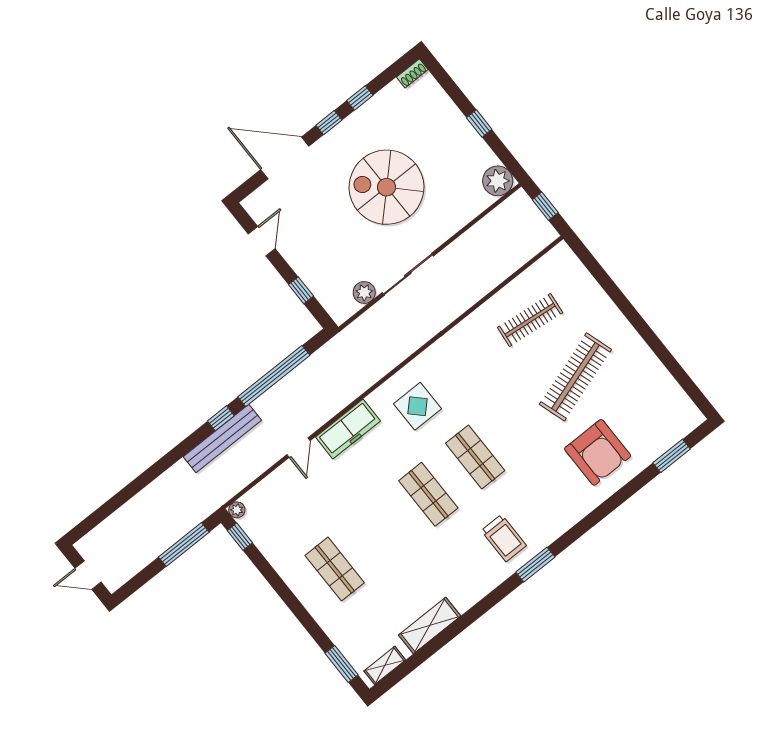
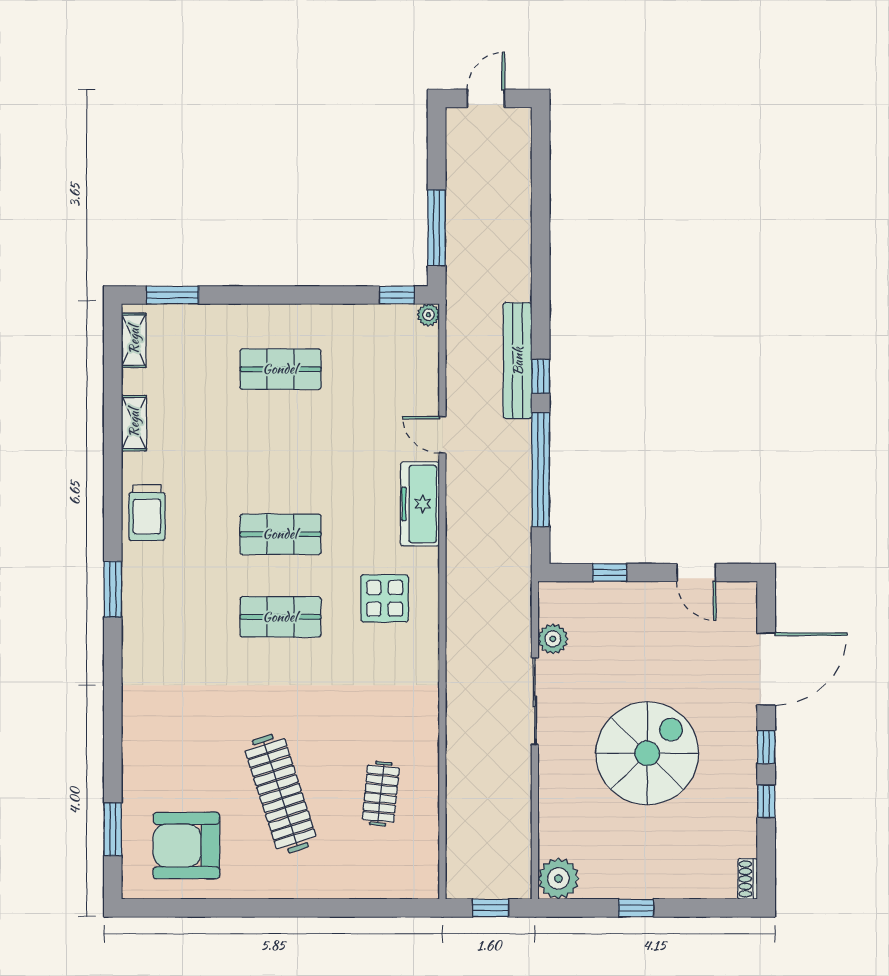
clothes rail: (530, 320) -> (381, 794), width x0.73
armchair: (598, 452) -> (186, 846), moved
trolley: (504, 538) -> (147, 513), moved, turned -90
shelving: (430, 625) -> (134, 423), width x0.67, depth x0.75

